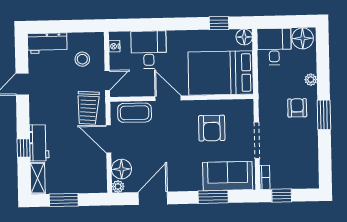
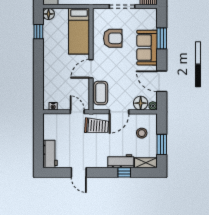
desk: (149, 50) -> (56, 82), removed
stool: (82, 59) -> (142, 133), moved
bed: (221, 73) -> (79, 31), width x0.67
sofa: (228, 176) -> (147, 48), moved

